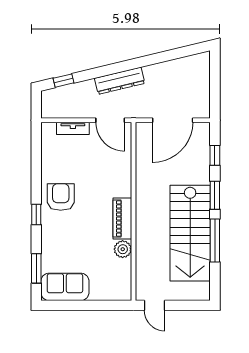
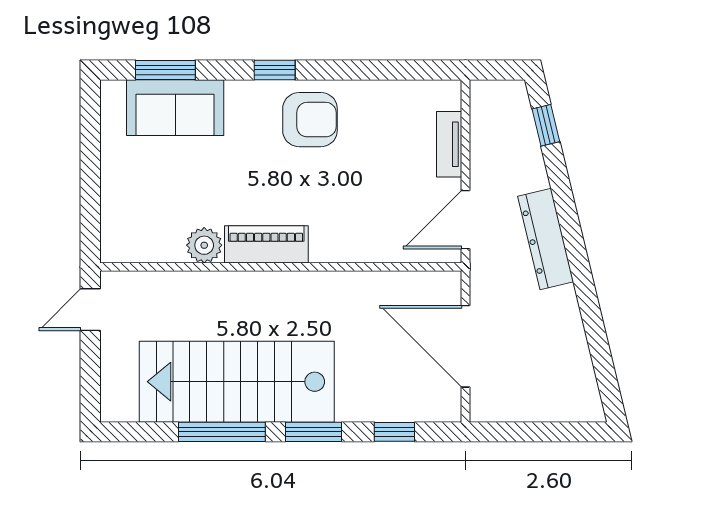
sofa: (65, 287) -> (175, 108), moved, turned 90

